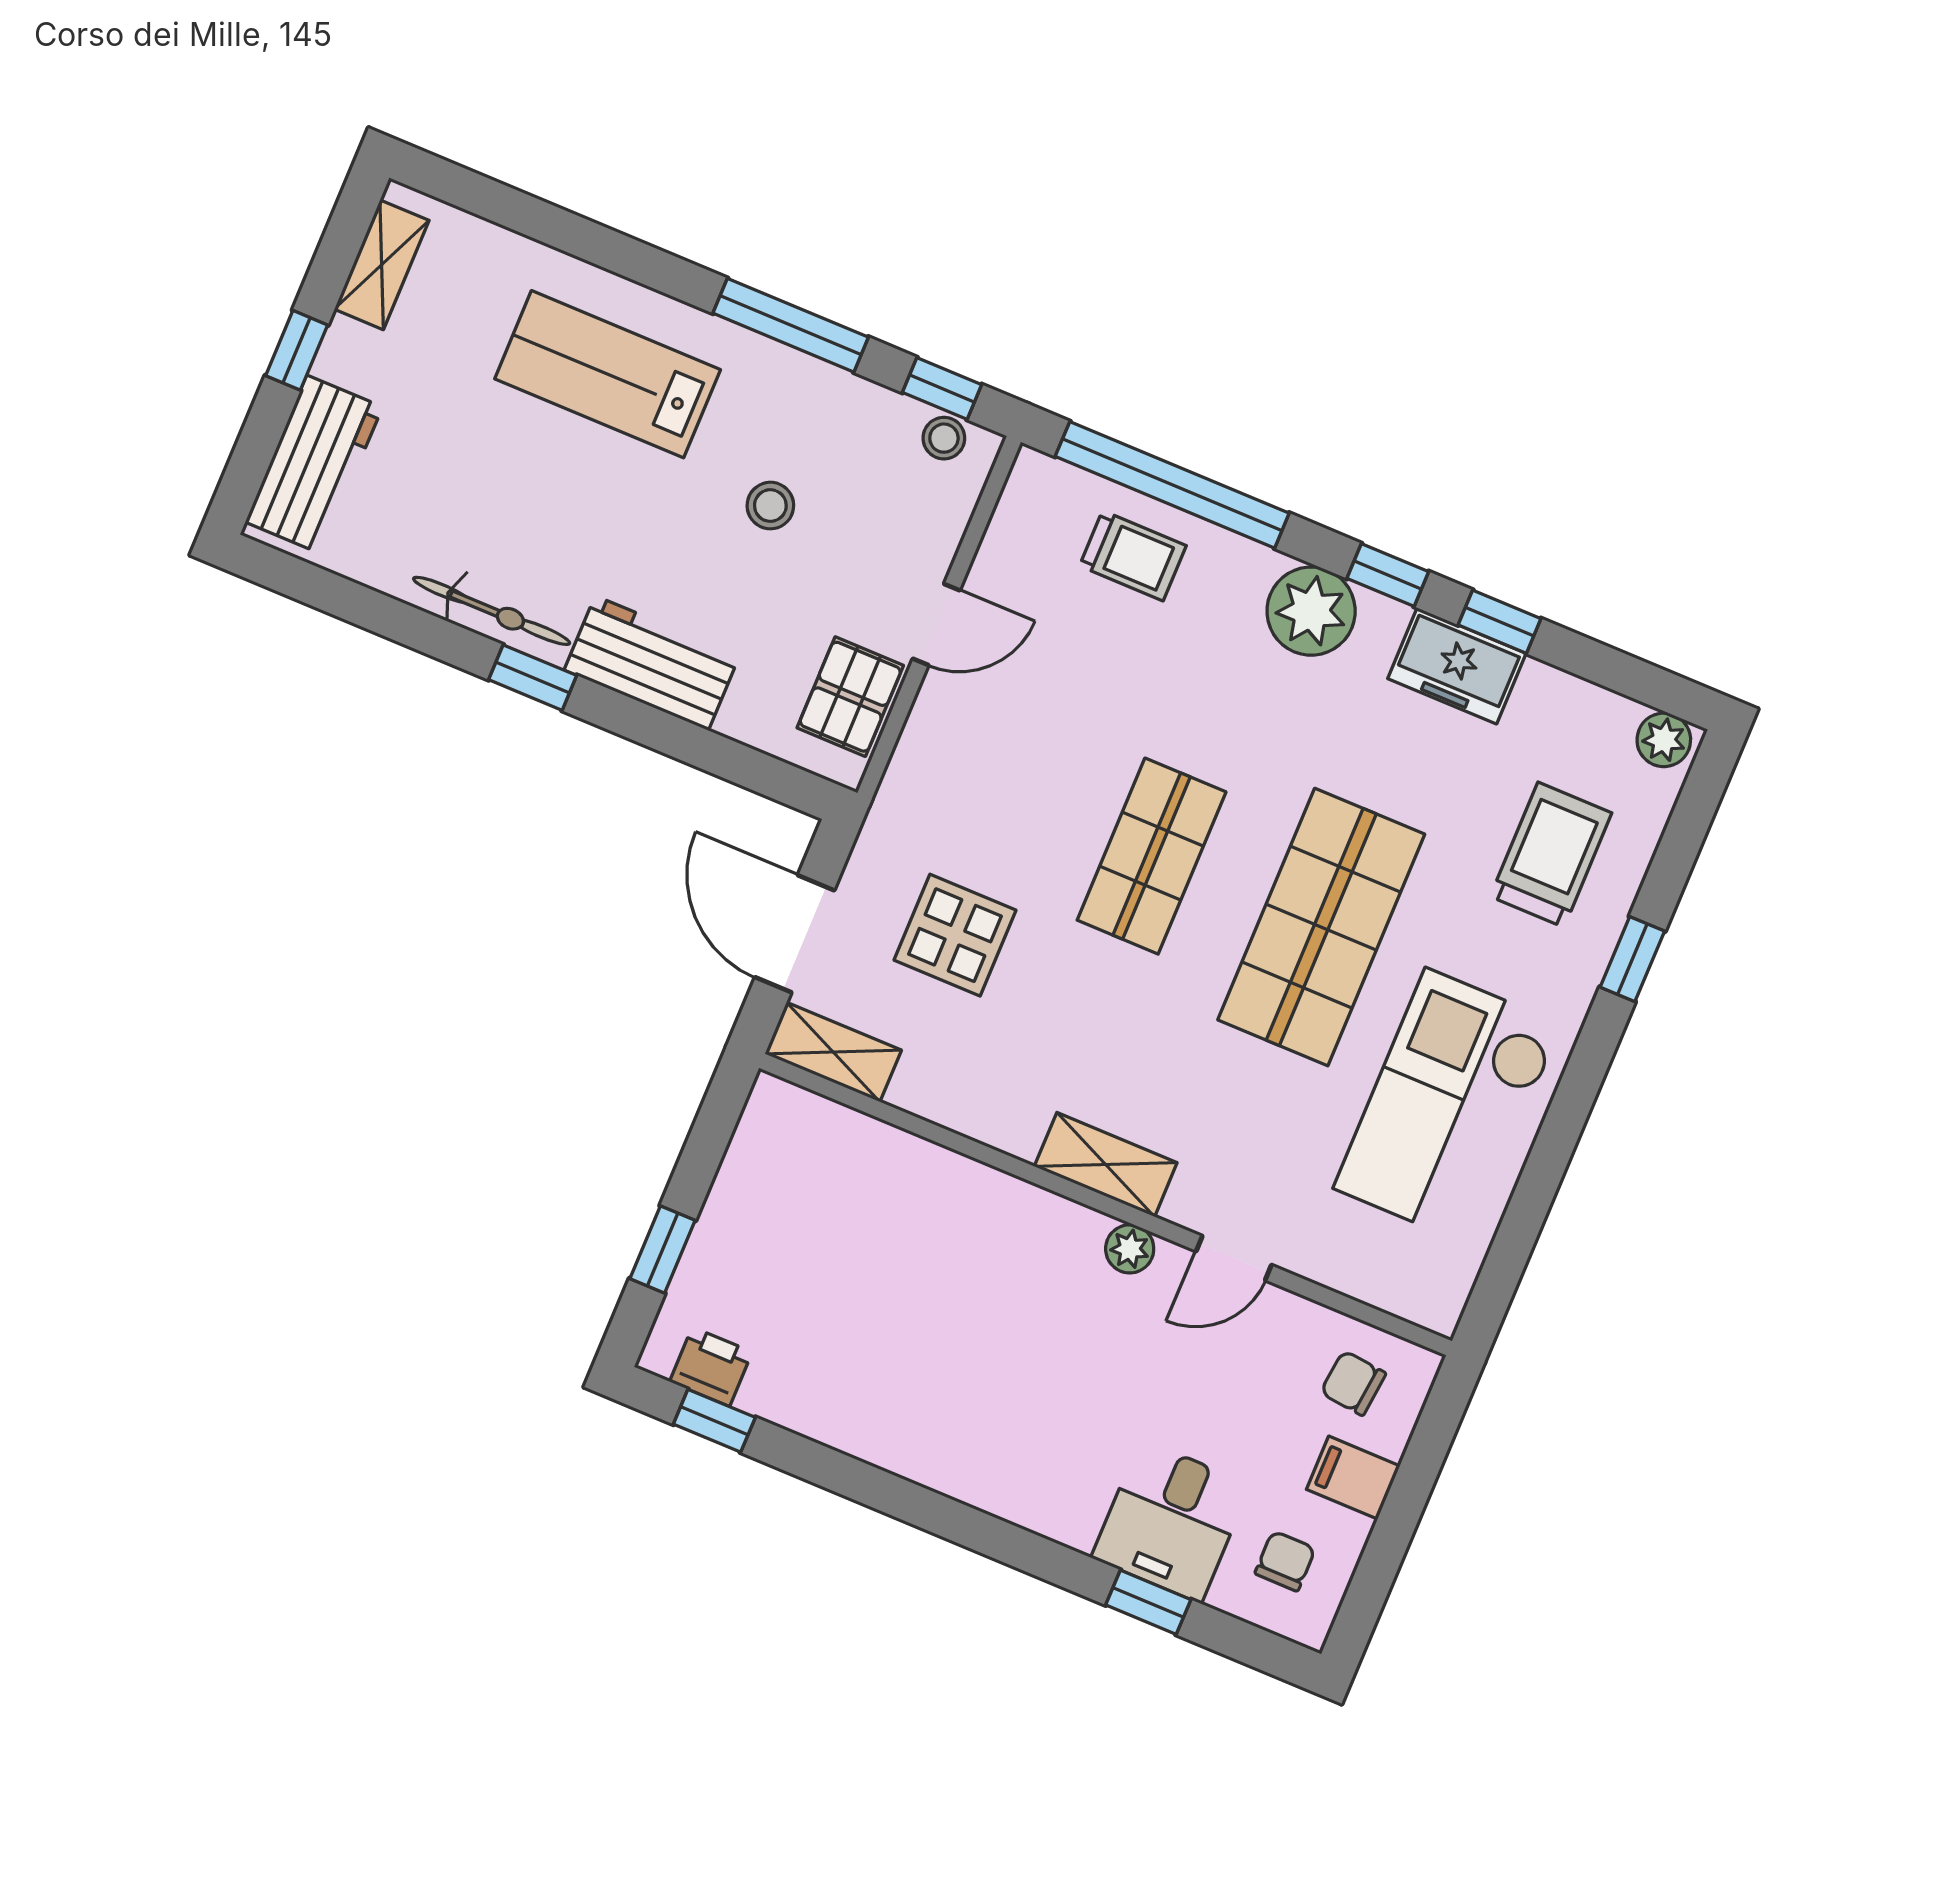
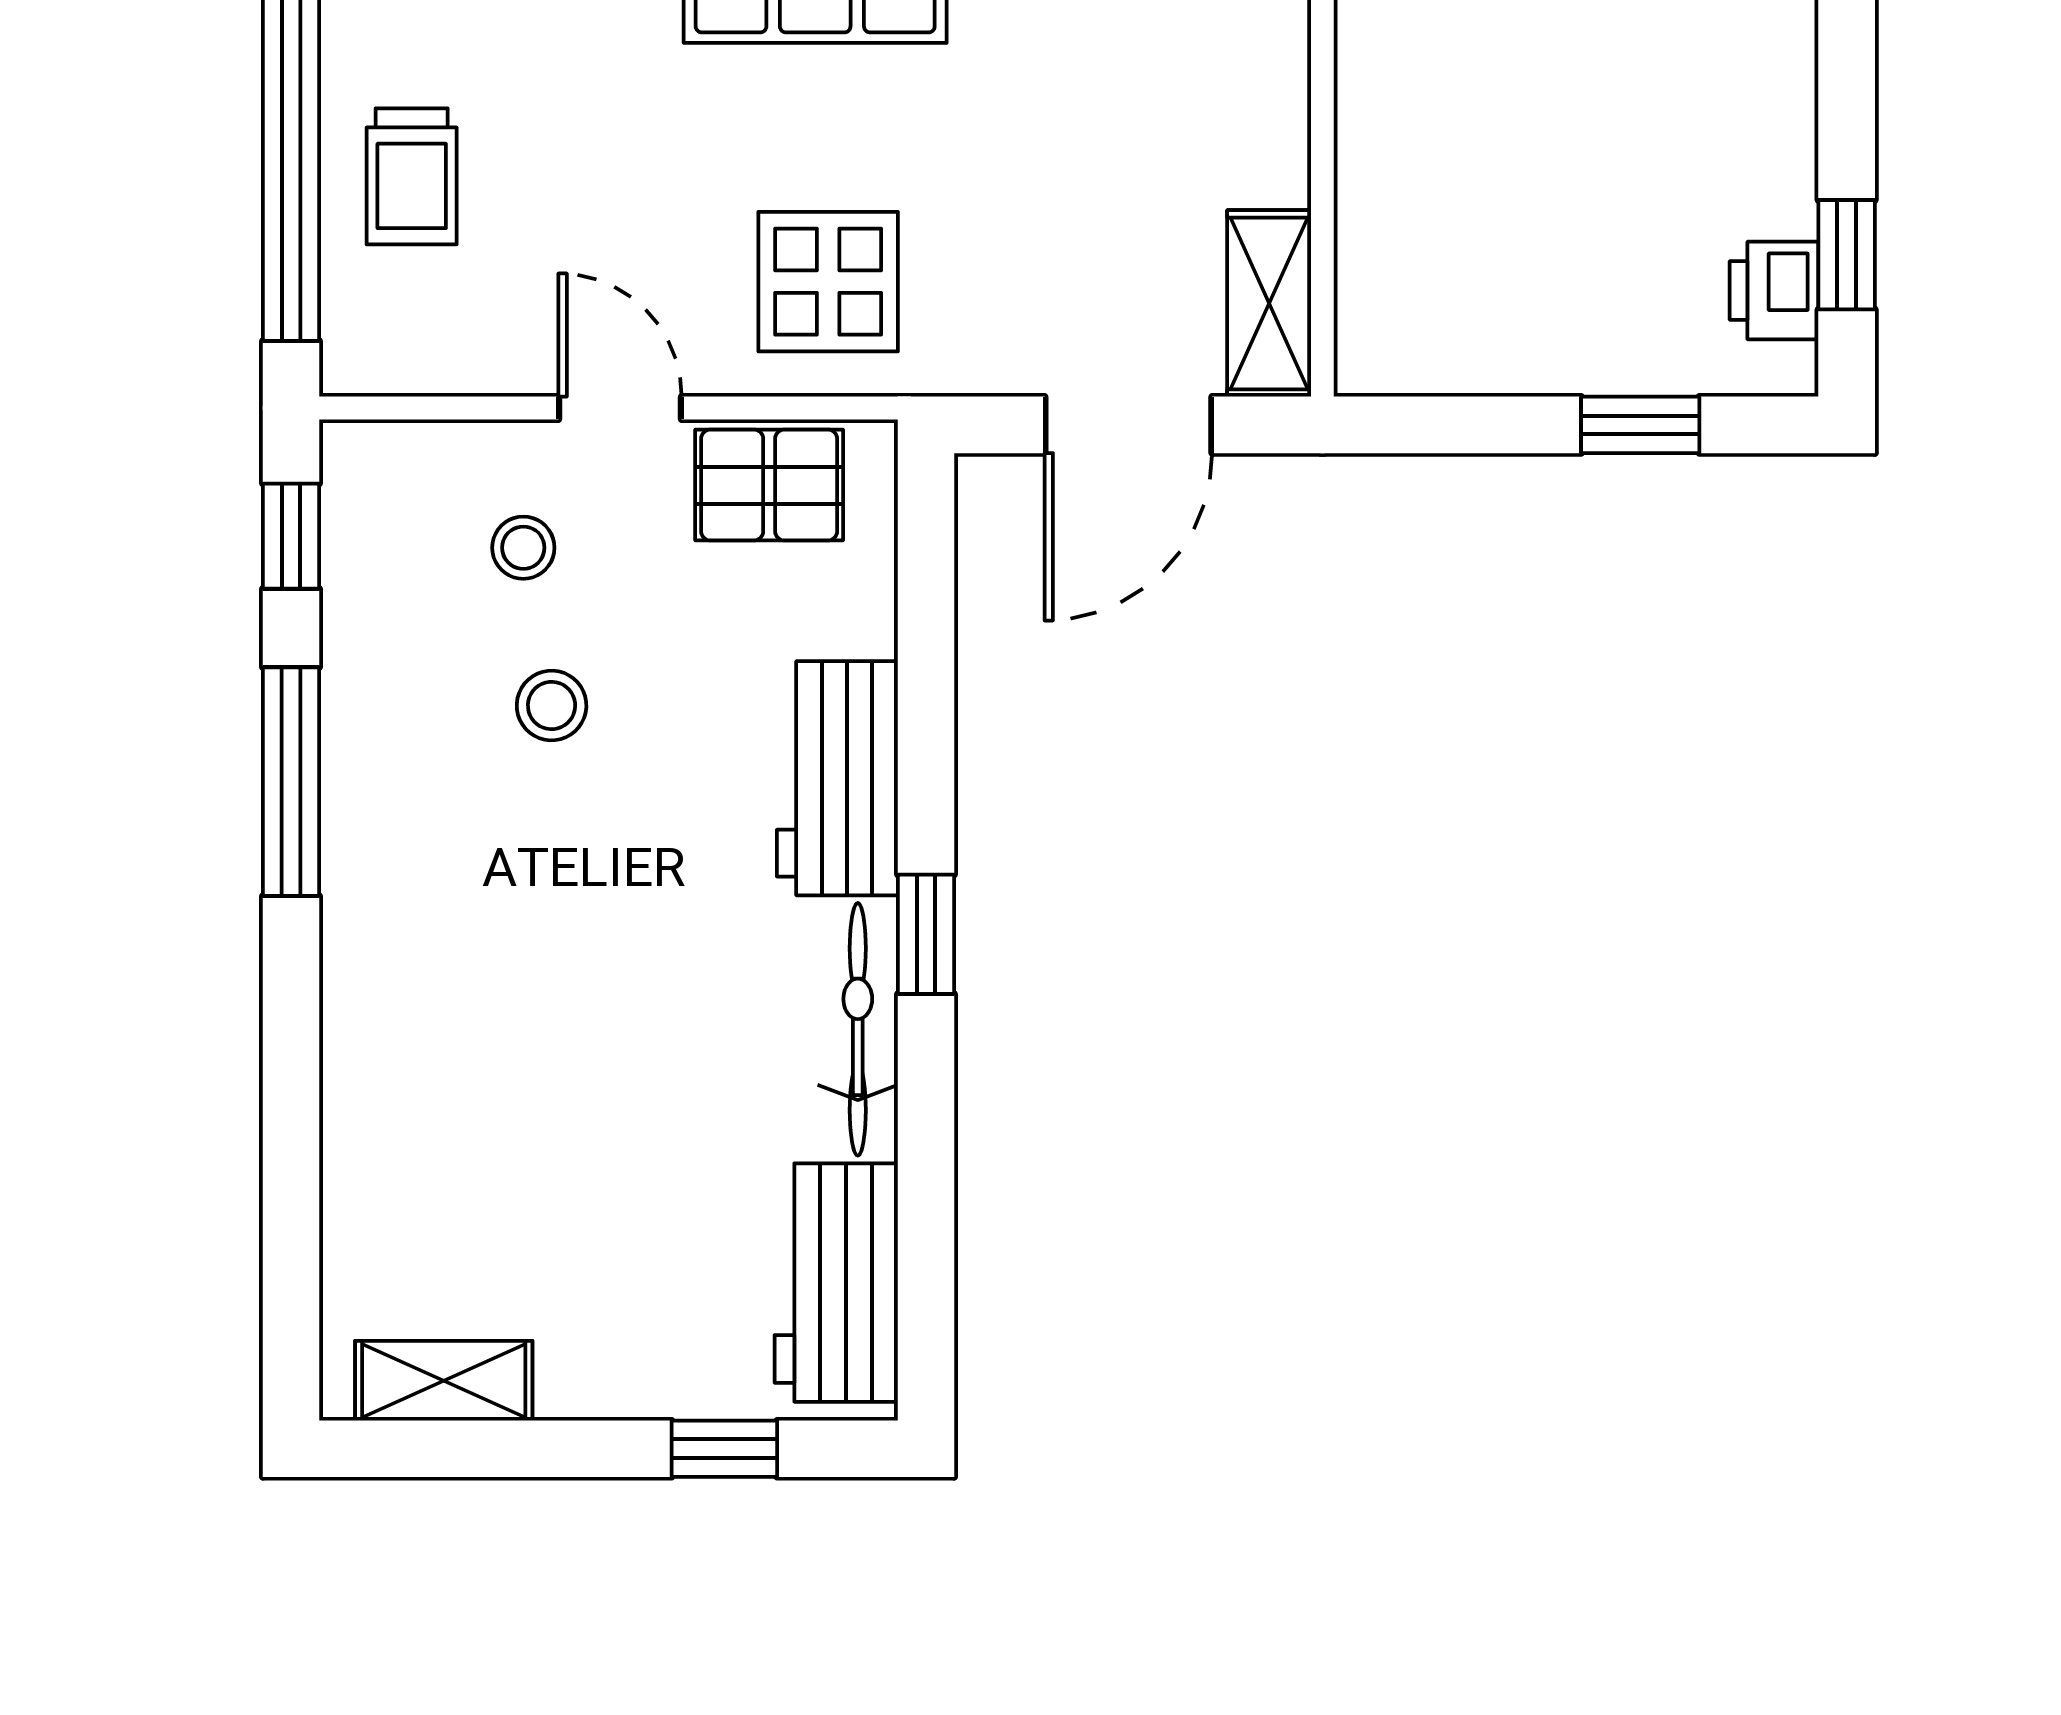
window: (297, 350) -> (724, 1449), moved
lab bench: (608, 374) -> (464, 1006), removed
stool: (944, 438) -> (523, 548), moved
workbench: (314, 464) -> (836, 1283), moved, turned -90
trolley: (1133, 556) -> (412, 176), turned 180
display table: (955, 935) -> (828, 282), moved

